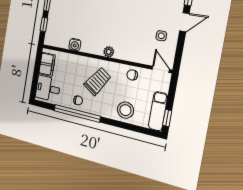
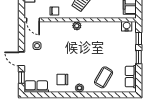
door: (184, 22) -> (22, 59), hinge flipped
water cooler: (75, 45) -> (127, 26), moved

